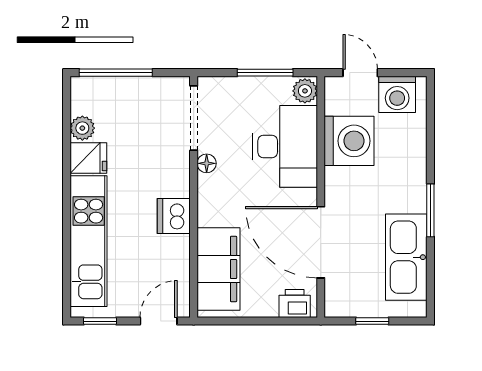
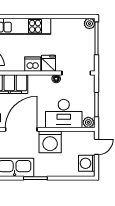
plant: (82, 128) -> (89, 24), moved
washing machine: (349, 141) -> (50, 142), moved
fridge: (88, 158) -> (48, 63), moved, turned 180

